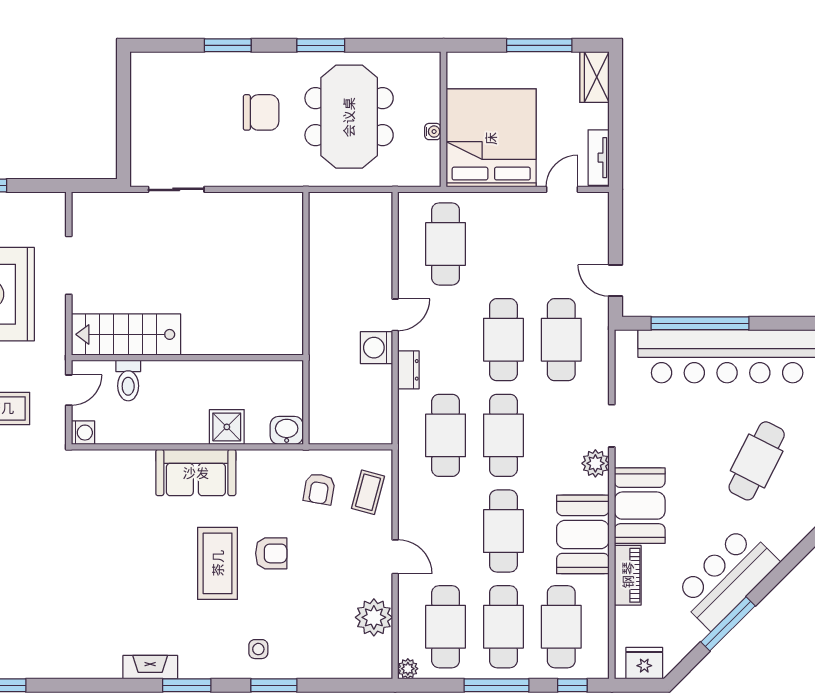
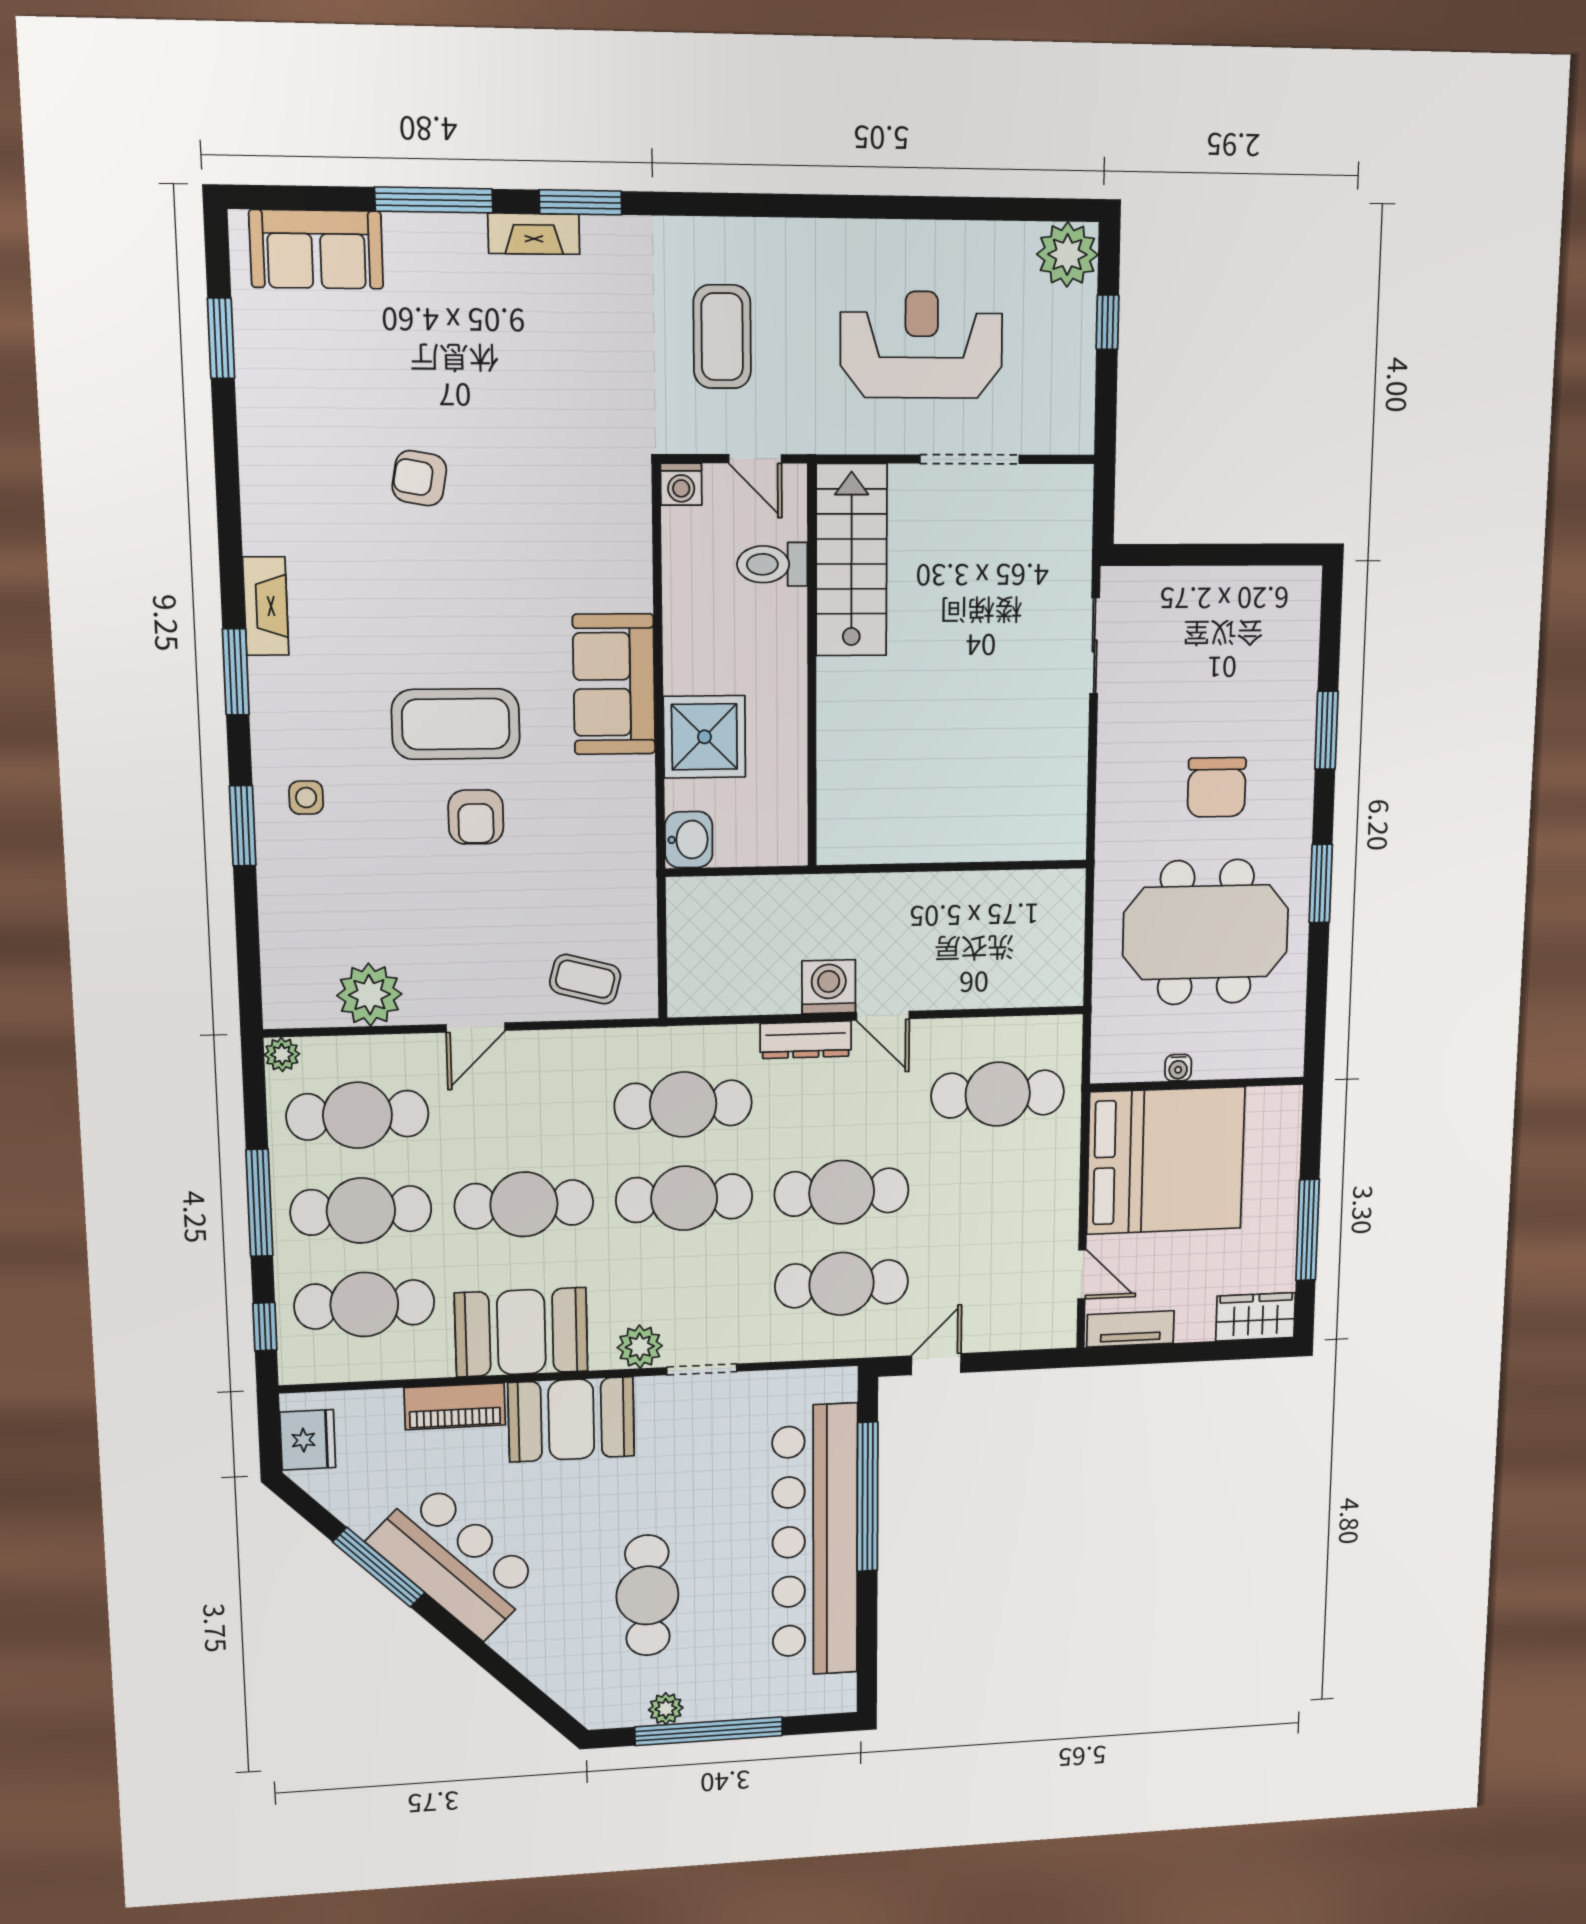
dresser: (408, 370) -> (806, 1040), width x1.44
shower: (227, 427) -> (704, 737), width x1.36, depth x1.36
cafe table: (757, 461) -> (647, 1595), turned 63
armchair: (319, 489) -> (419, 478), moved

